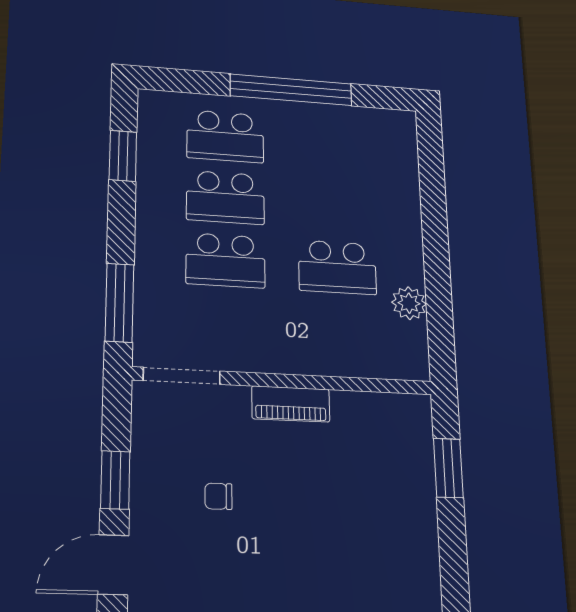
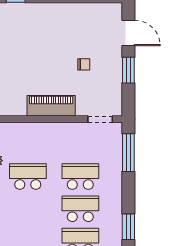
doorway: (182, 376) -> (100, 119), width x0.73
piano: (291, 404) -> (51, 106), width x1.37, depth x1.33
door: (113, 565) -> (128, 33), hinge flipped

